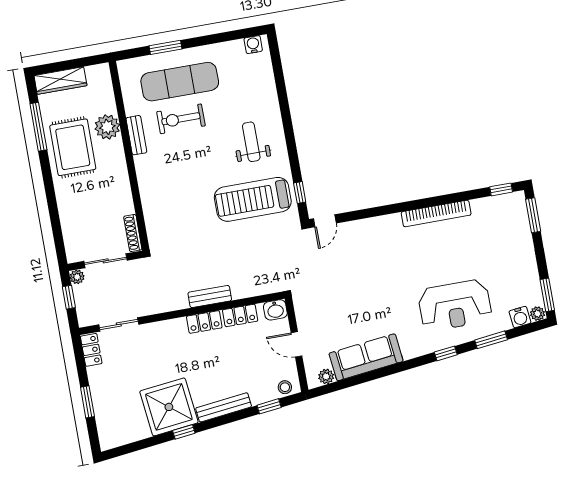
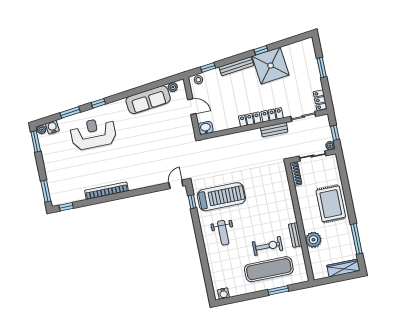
rug: (73, 147) -> (331, 204), moved
bench: (210, 297) -> (274, 130), moved
locker: (240, 315) -> (272, 115), moved

